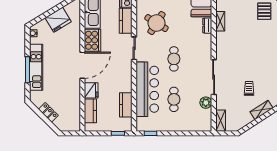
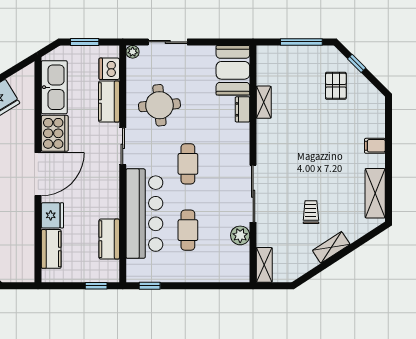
round table: (157, 23) -> (159, 105), turned -37

